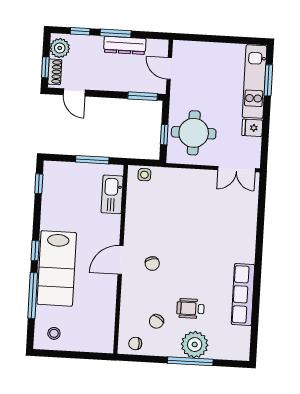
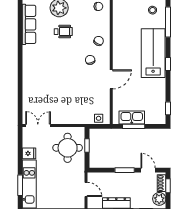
window: (143, 96) -> (125, 170), moved
kitchen sink: (112, 194) -> (132, 117), moved, turned -90
door: (121, 260) -> (111, 79), moved
row of seats: (243, 294) -> (29, 24), moved
window: (33, 296) -> (168, 22), moved
chair: (156, 321) -> (99, 41), moved

